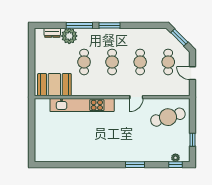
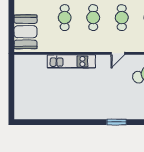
booth: (54, 85) -> (26, 32), moved, turned 90
kitchen unit: (82, 105) -> (71, 61), width x0.73

